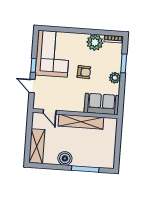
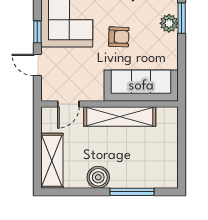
plant: (115, 78) -> (169, 23), moved
sofa: (102, 104) -> (141, 86), width x1.36
door: (50, 112) -> (68, 104), hinge flipped

